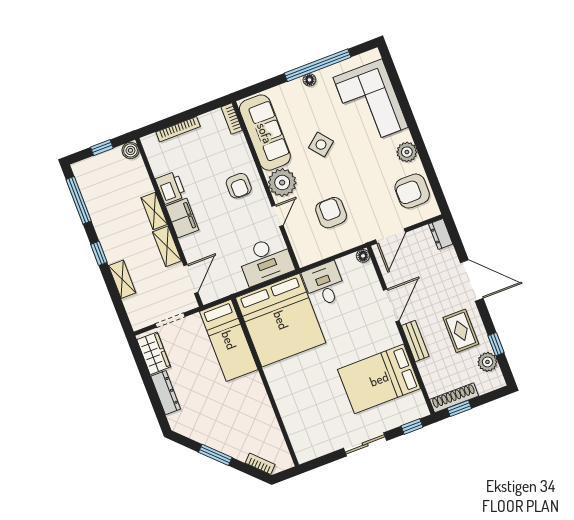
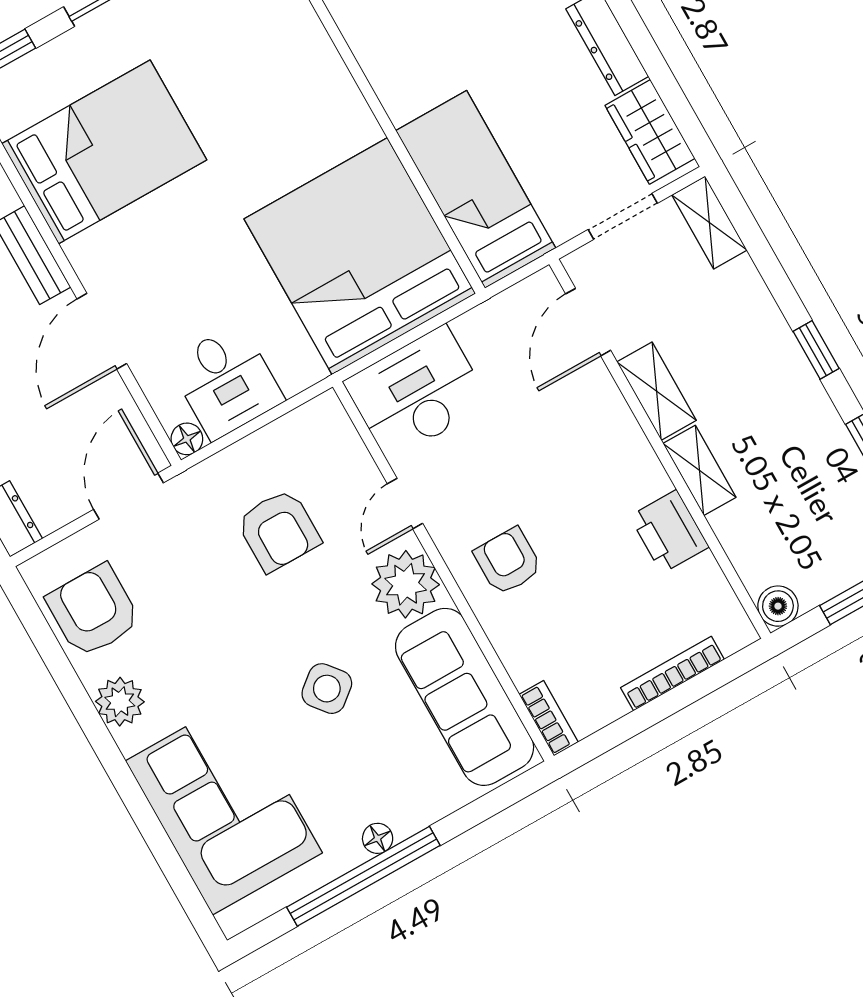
armchair: (412, 191) -> (93, 611), turned -90
filing cabinet: (182, 218) -> (631, 464), removed
shelving: (122, 279) -> (709, 222), moved
desk: (324, 284) -> (226, 381), moved

